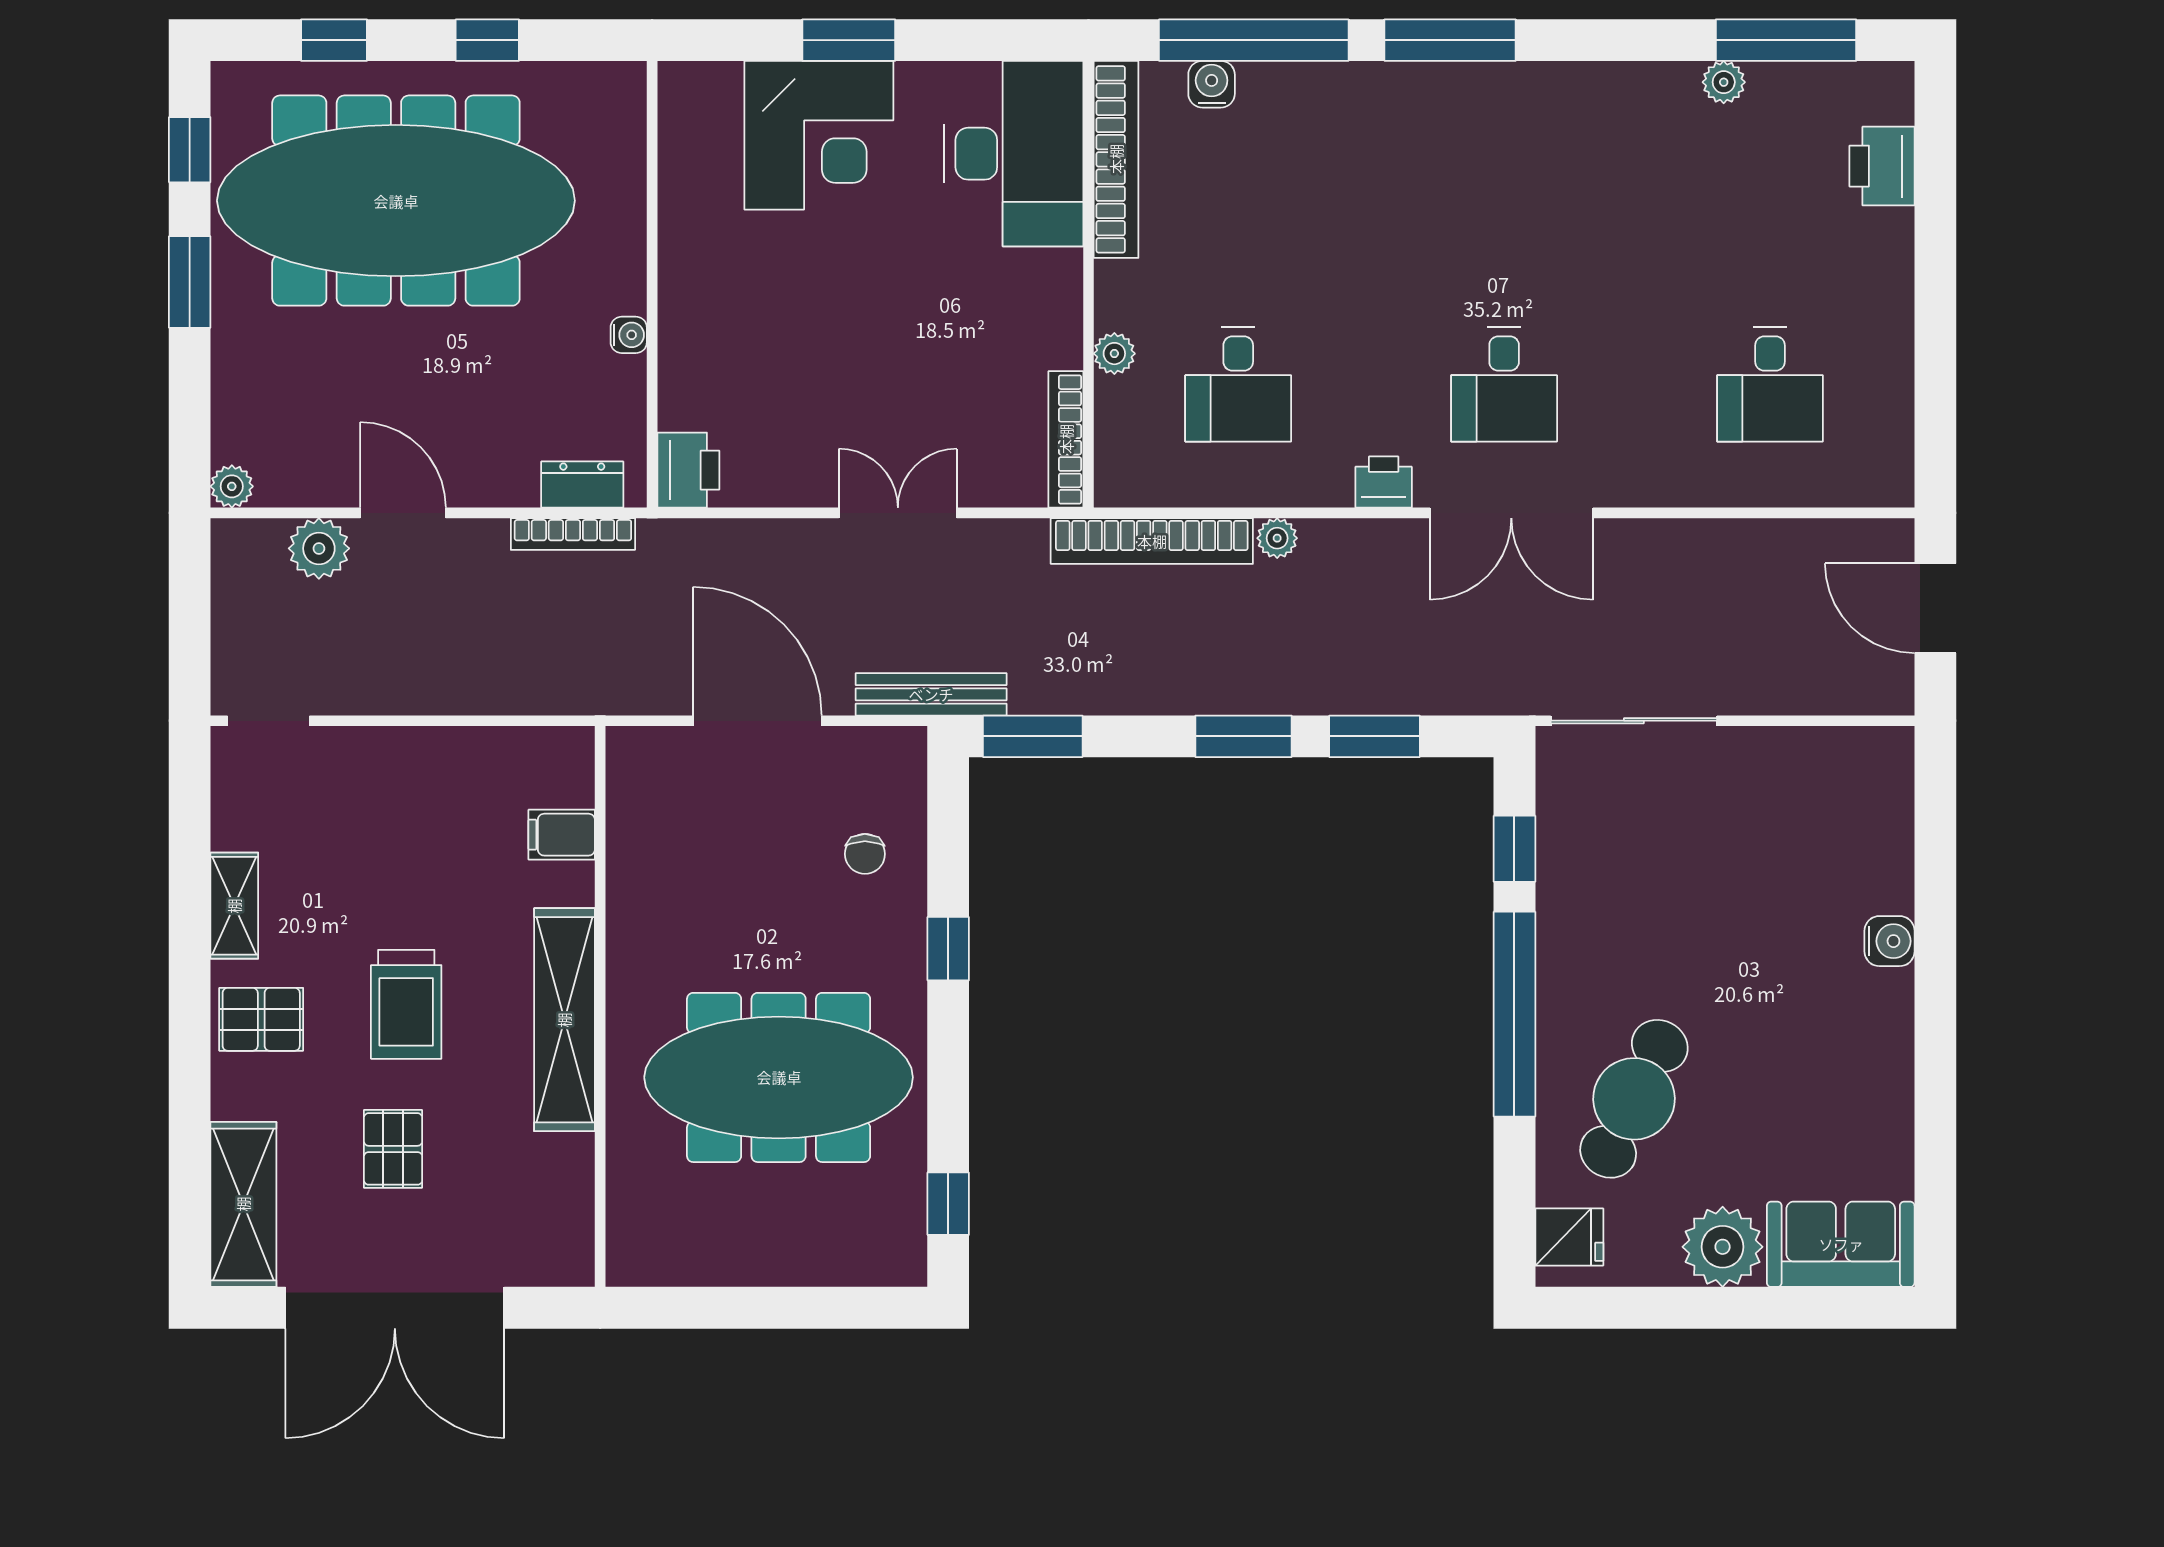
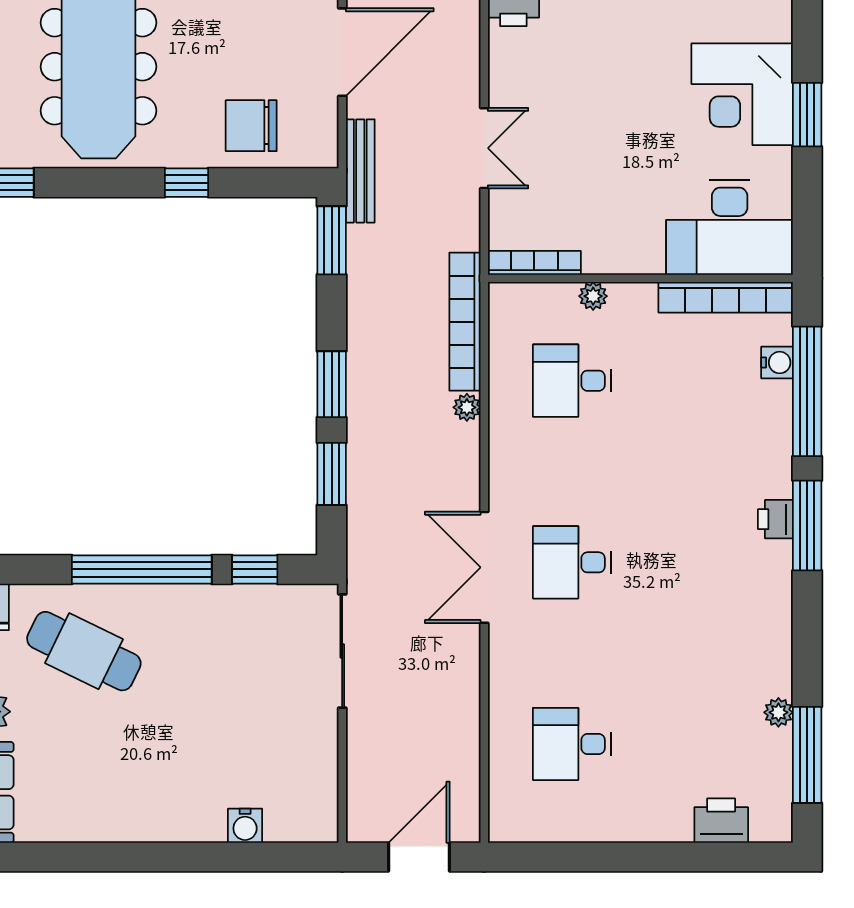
printer: (1384, 482) -> (775, 519), moved, turned 180
chair: (865, 854) -> (251, 126), width x1.87, depth x1.87
water cooler: (1889, 941) -> (245, 826), moved

